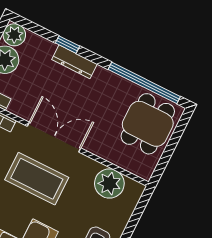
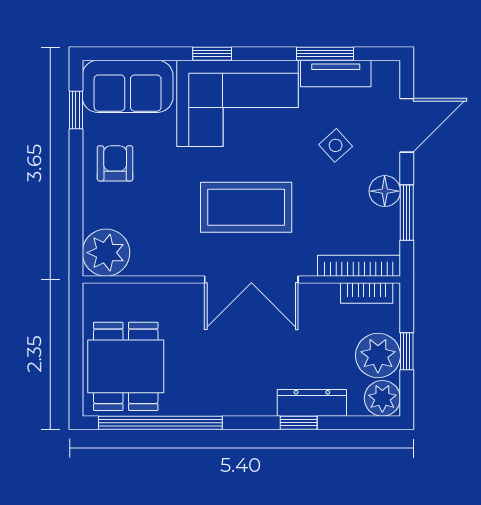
dresser: (74, 62) -> (312, 403), moved
plant: (109, 183) -> (106, 253), moved

